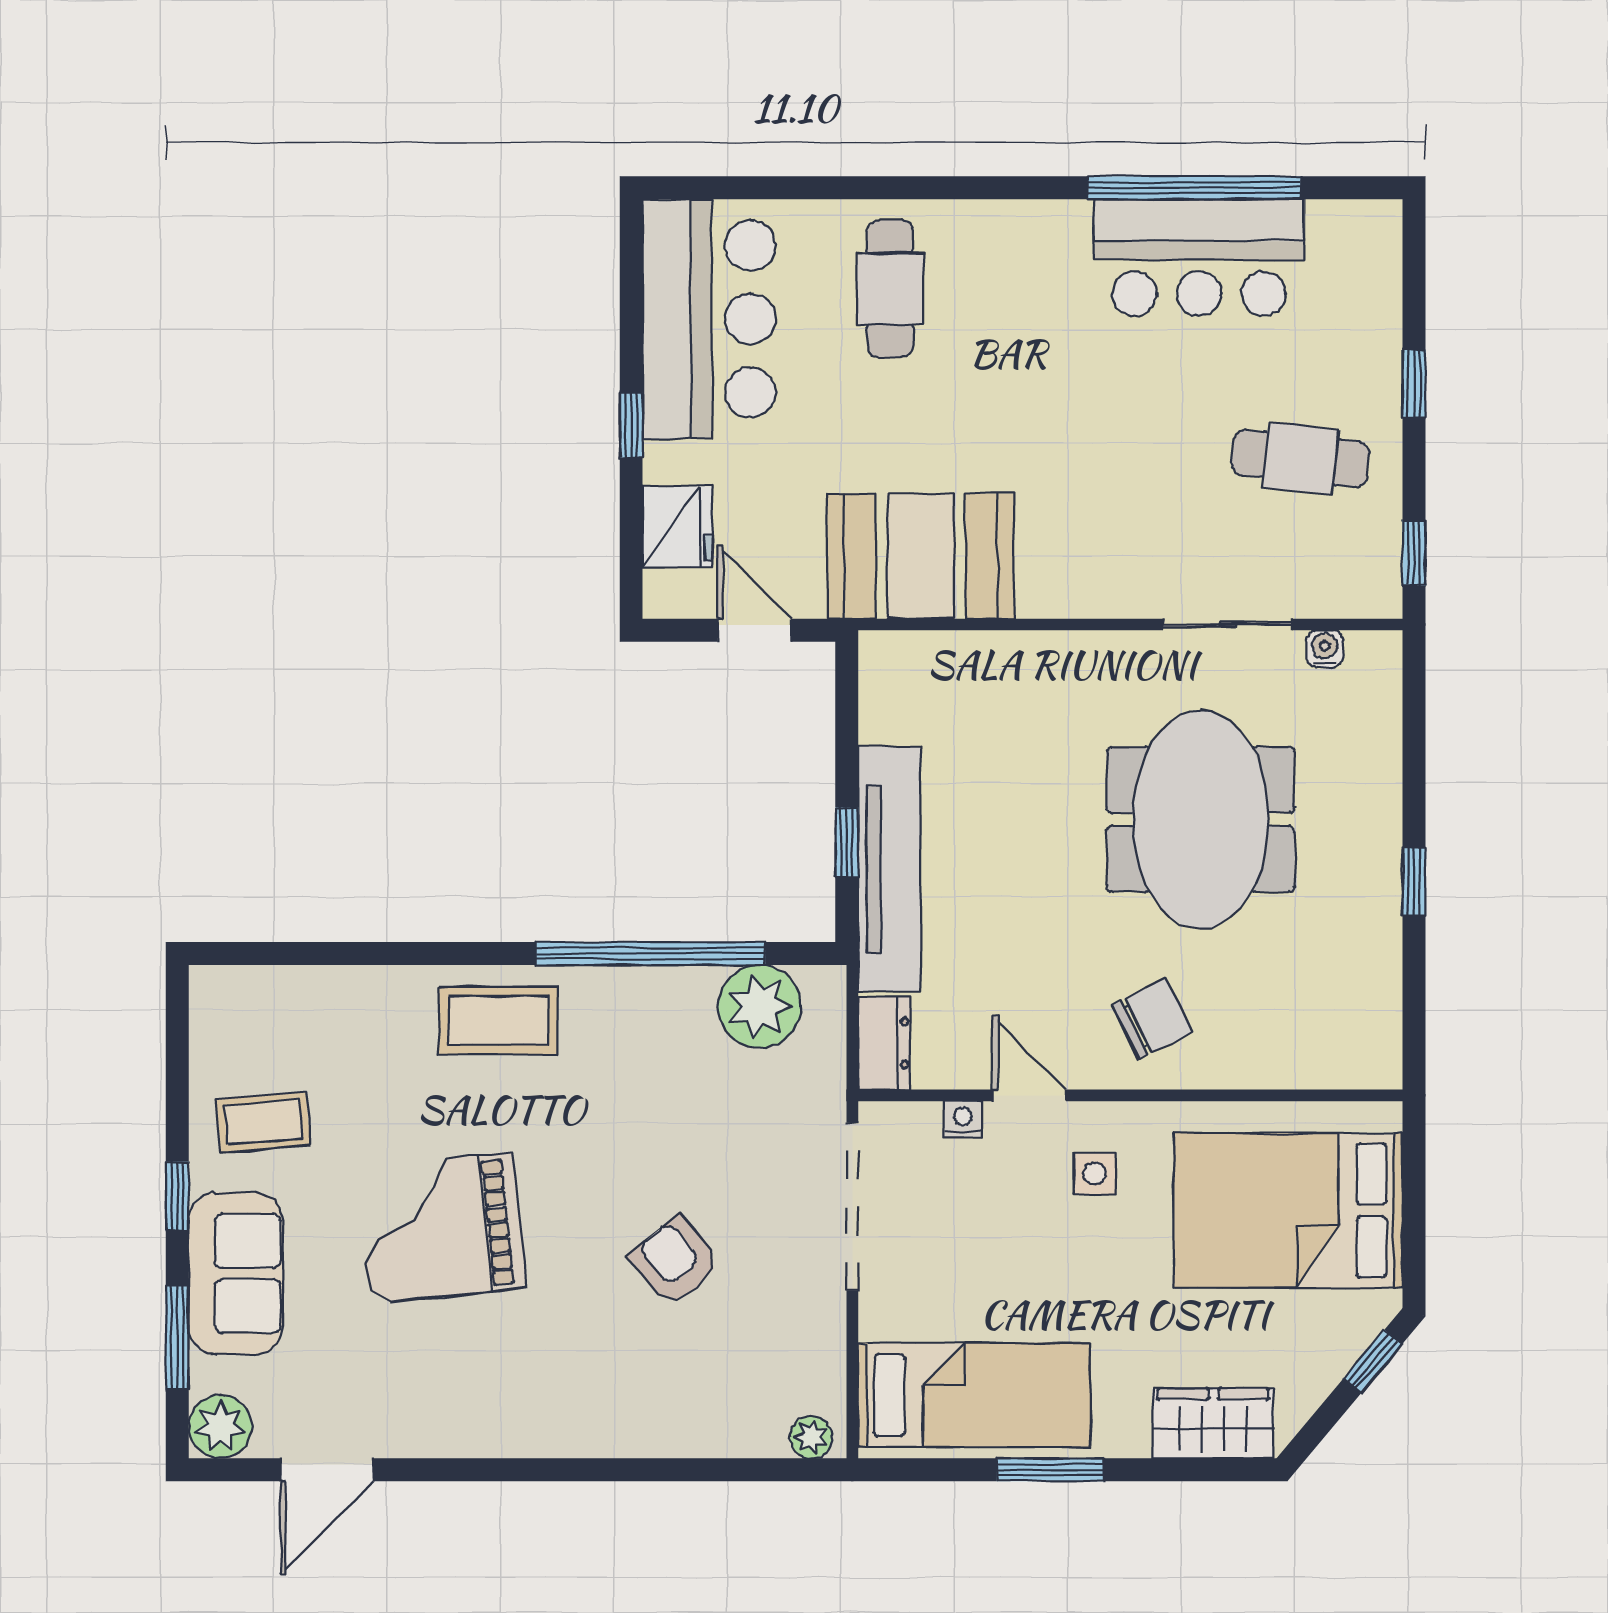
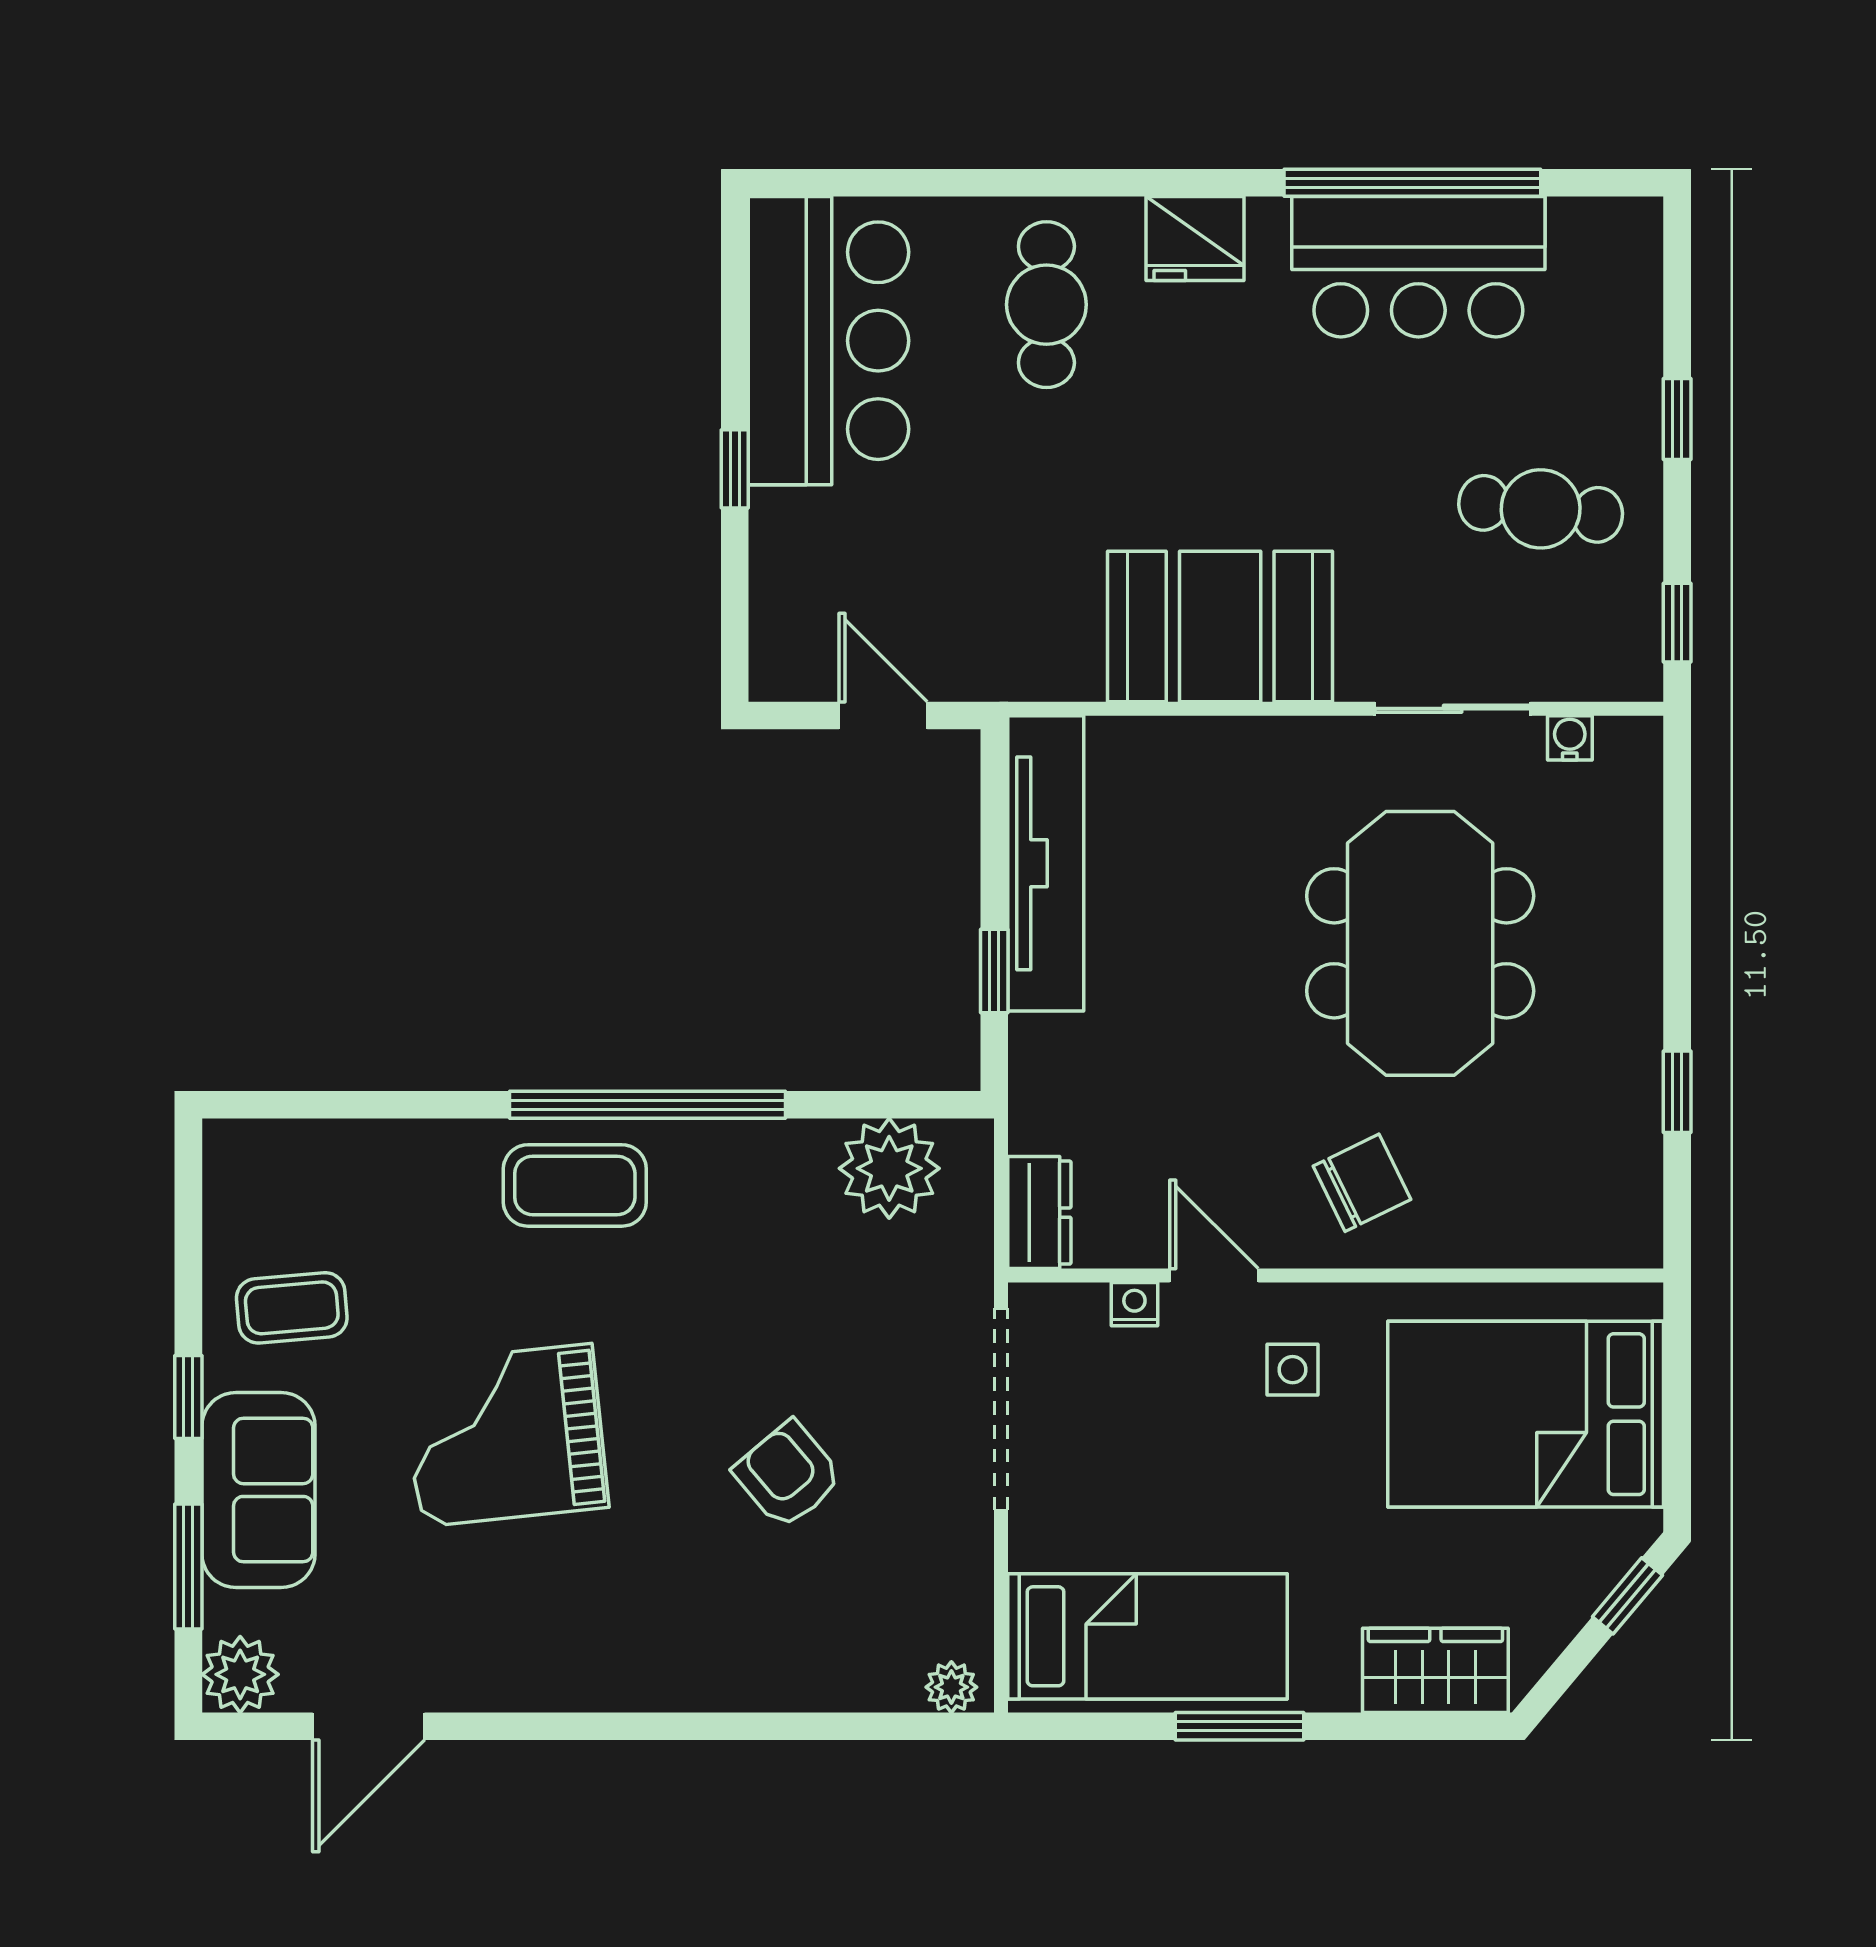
fridge: (677, 527) -> (1195, 239), moved, turned 90
booth: (921, 556) -> (1220, 626), moved
tv unit: (889, 869) -> (1046, 863), moved
window: (1414, 881) -> (1677, 1092), moved
window: (651, 954) -> (648, 1105), moved

